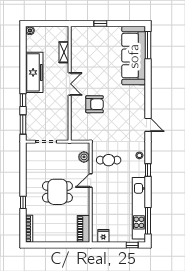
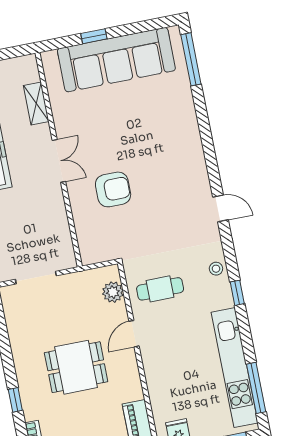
sofa: (134, 56) -> (116, 60), moved, turned -90

